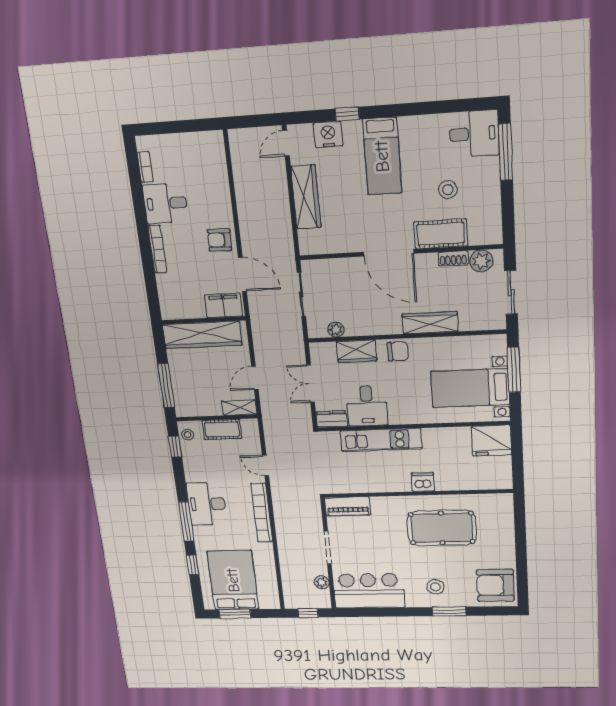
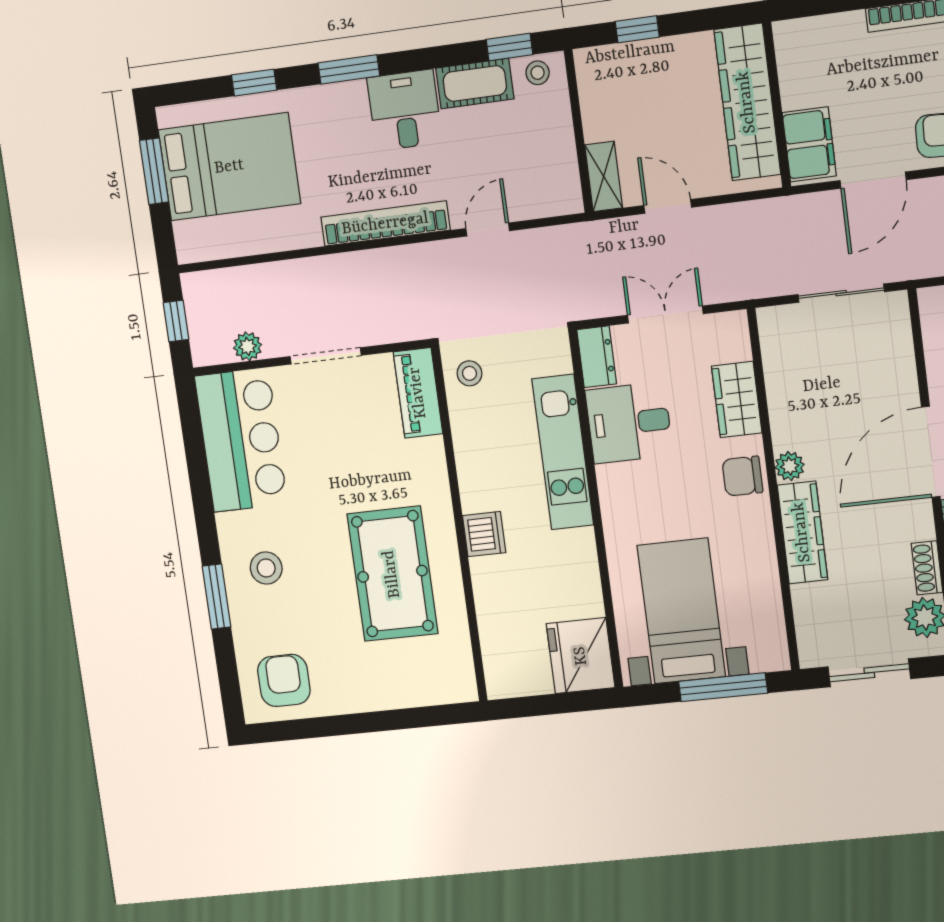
plant: (336, 330) -> (790, 466), moved
chair: (398, 351) -> (742, 476), turned 90
window: (166, 385) -> (637, 29), width x0.46
cot: (222, 429) -> (475, 84), moved, turned 90
stool: (338, 481) -> (470, 373), added
desk: (207, 504) -> (405, 110), width x0.73
window: (186, 521) -> (349, 69), width x0.69
armchair: (495, 585) -> (284, 680), width x0.73, depth x0.73

